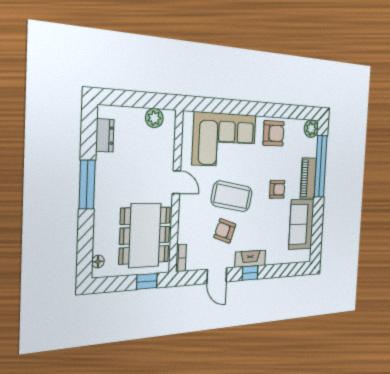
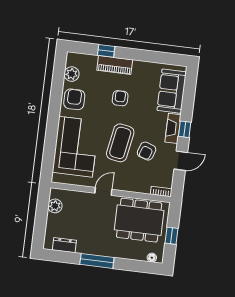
plant: (311, 129) -> (72, 74), moved
window: (321, 166) -> (106, 51), width x0.32
sofa: (301, 224) -> (172, 91), moved, turned 90
window: (147, 281) -> (172, 236), moved

